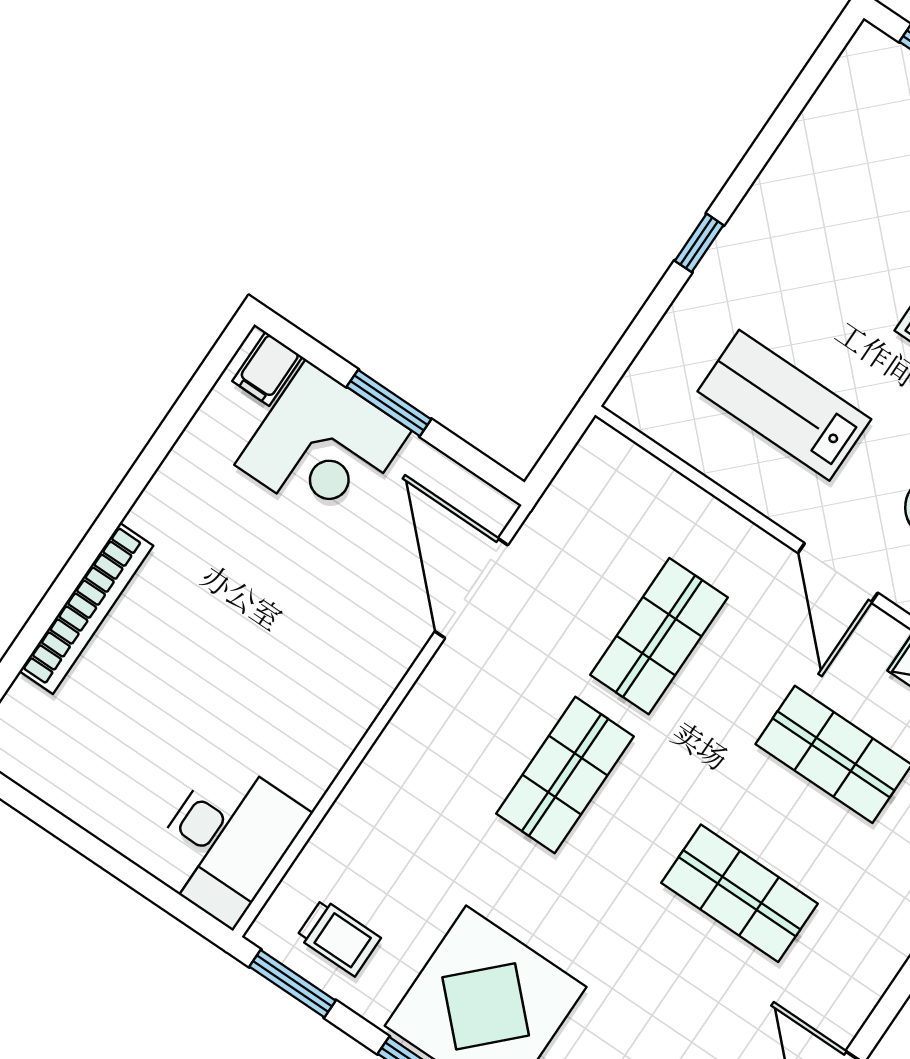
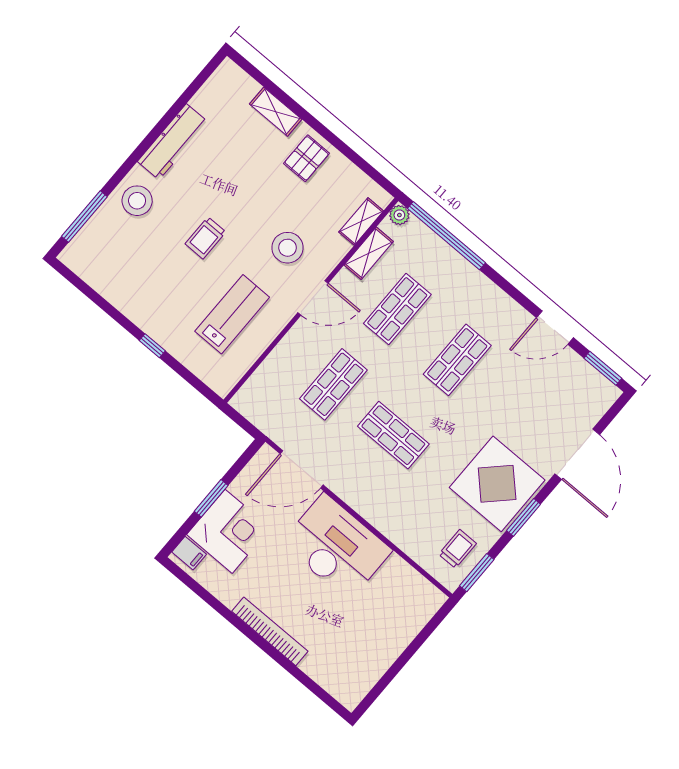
lab bench: (784, 405) -> (232, 314), turned 180
bookcase: (86, 608) -> (270, 631), moved
shop shelf: (659, 636) -> (333, 384), turned 90
desk: (227, 841) -> (337, 547), moved, width x1.36, depth x1.30

